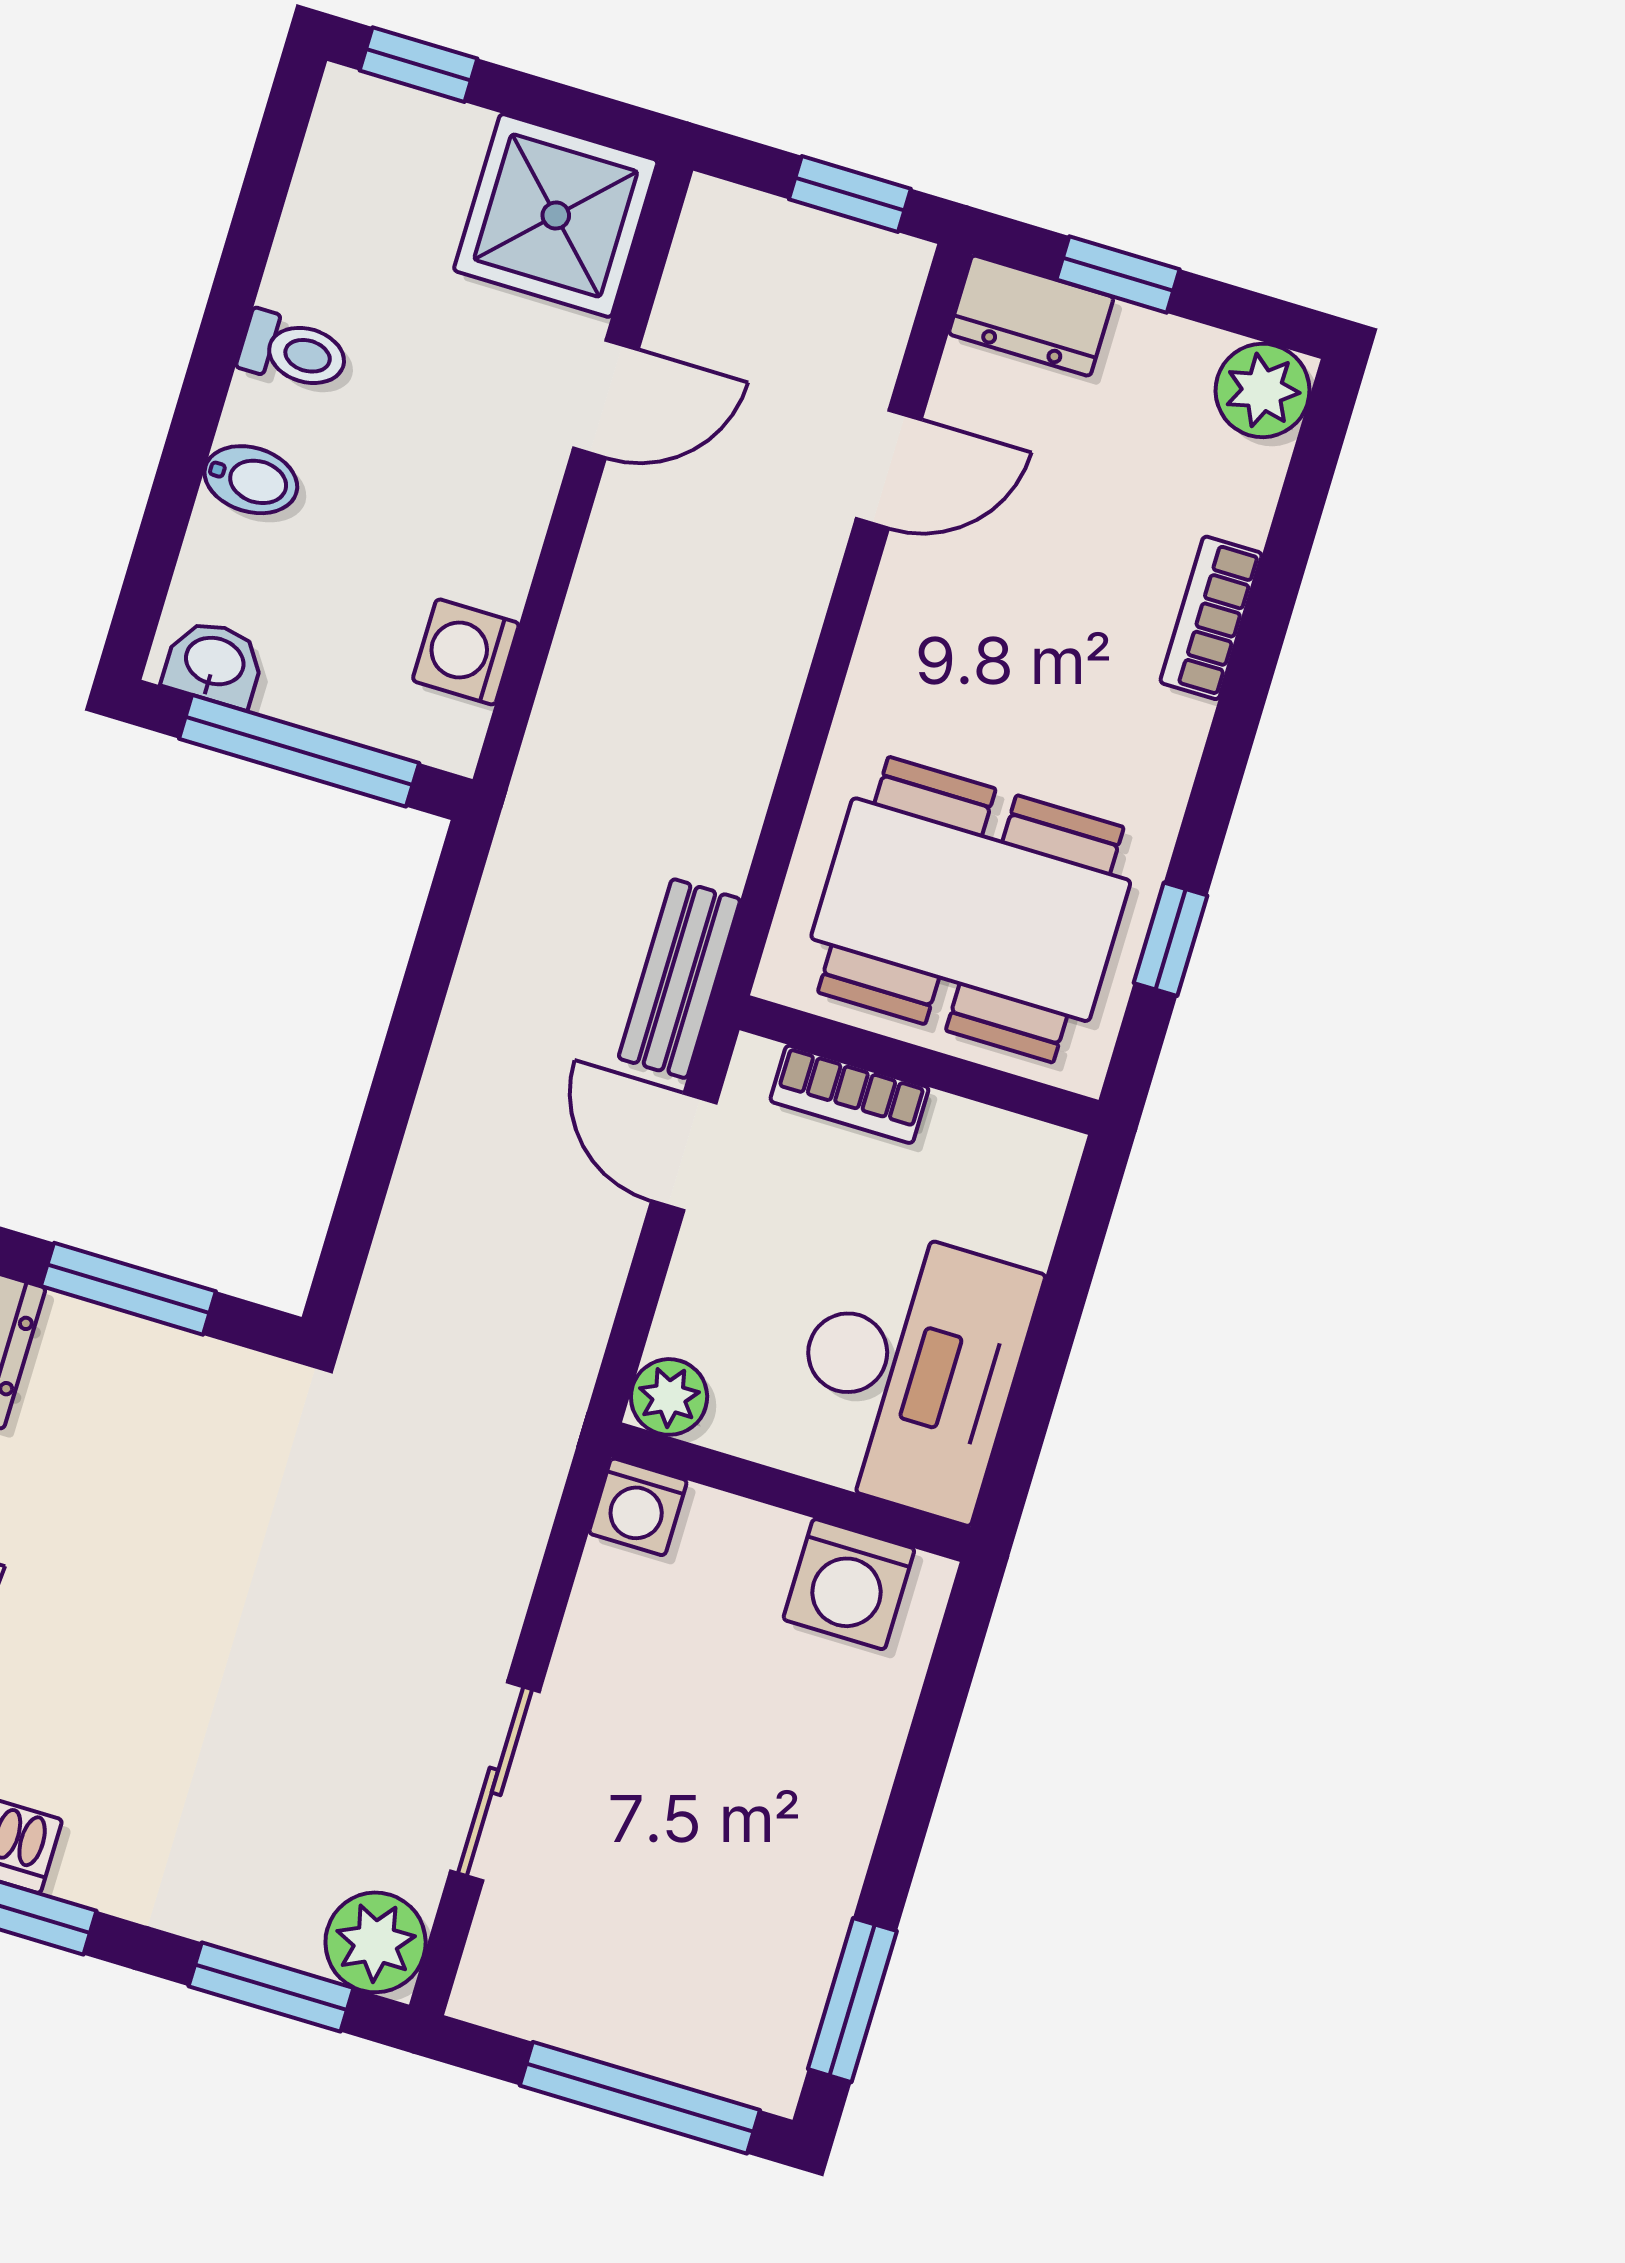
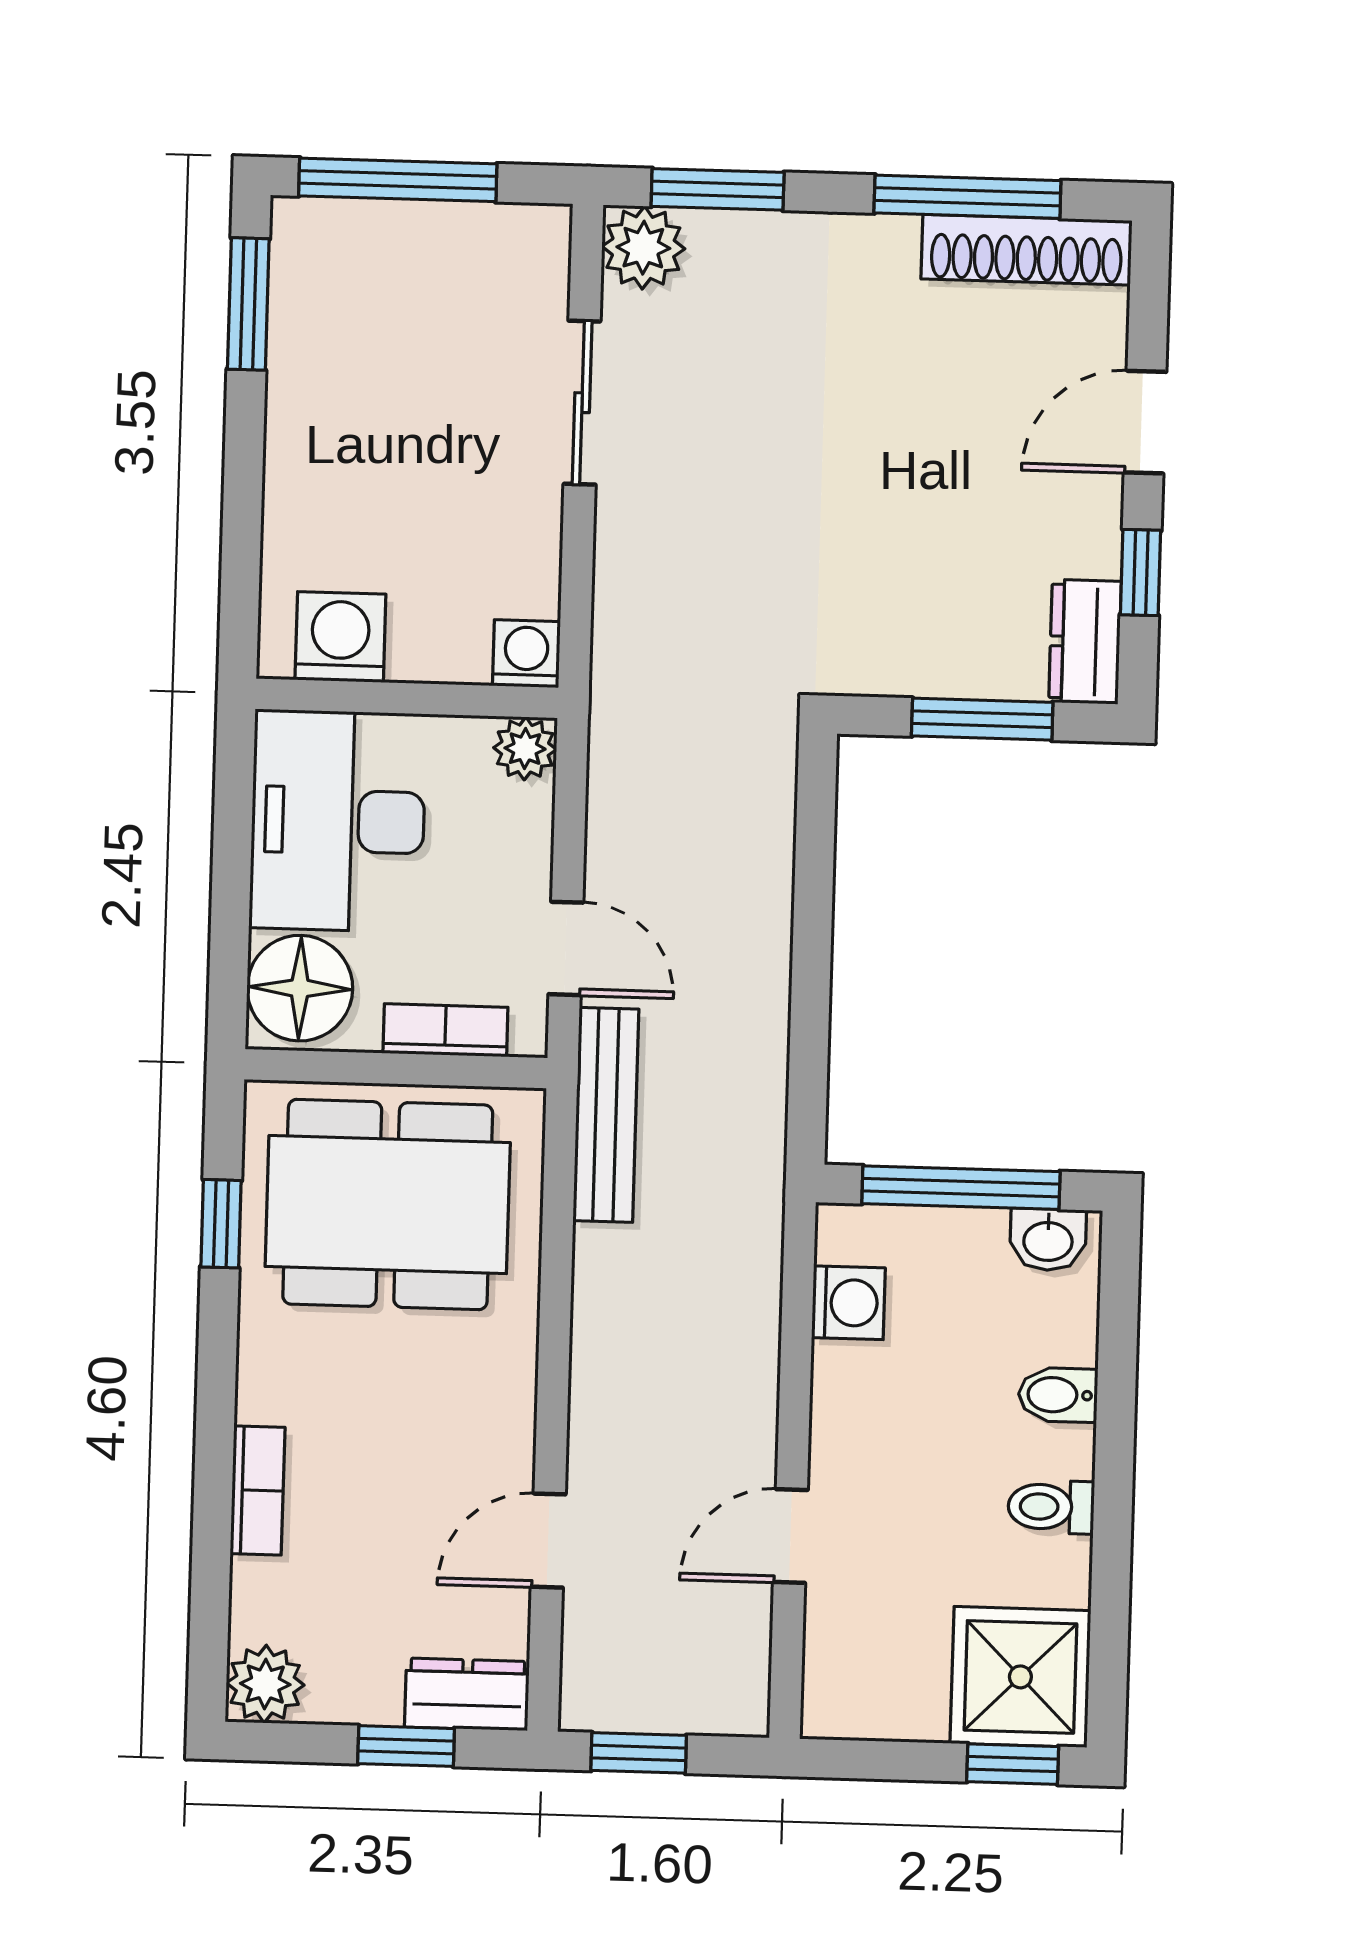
shower: (556, 215) -> (1020, 1677), moved
bench: (679, 979) -> (606, 1115), width x1.36
floor lamp: (1006, 1189) -> (300, 988), added

